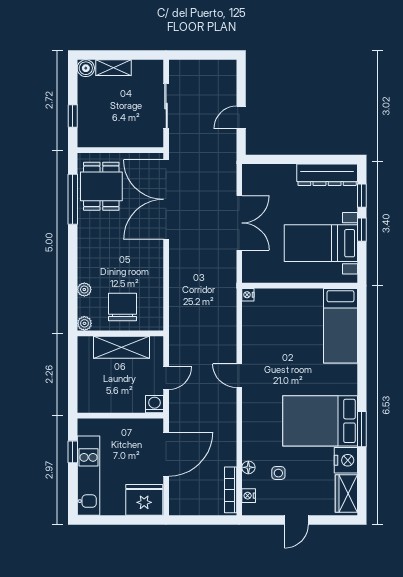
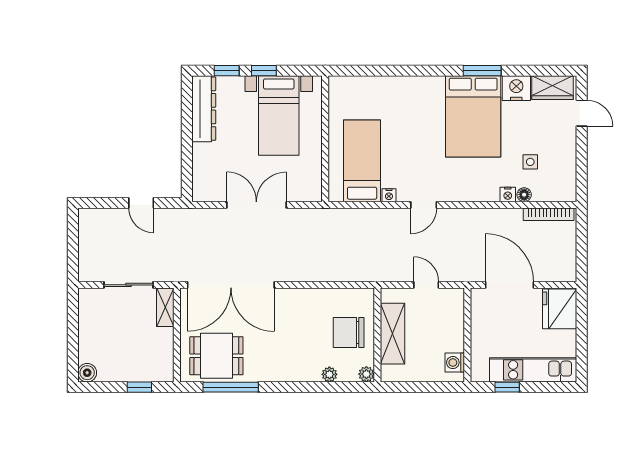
shelving: (114, 68) -> (165, 307), moved
nightstand: (248, 295) -> (389, 195), moved
bed: (340, 326) -> (362, 161), moved, turned -90
washing machine: (154, 404) -> (455, 363), moved
nightstand: (249, 496) -> (508, 194), moved
door: (296, 520) -> (582, 113), moved

